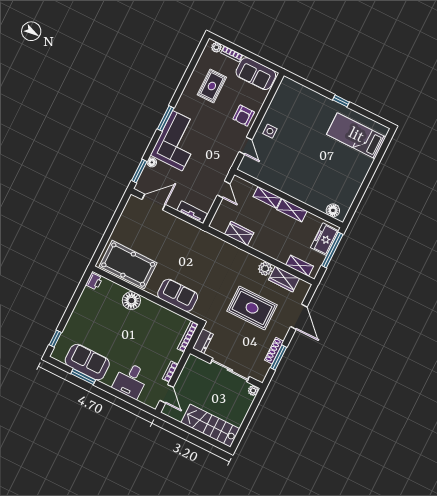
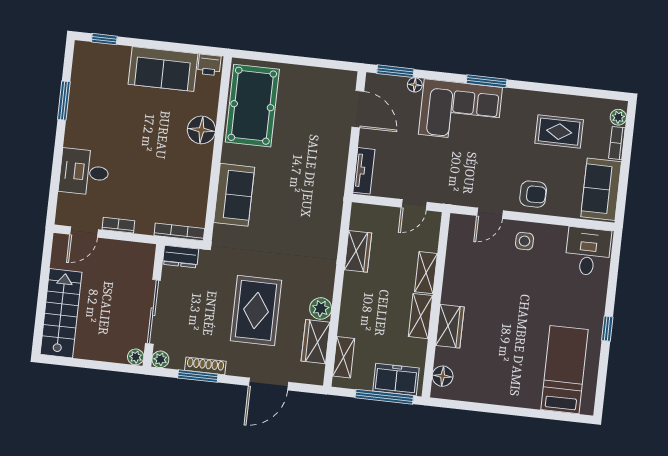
desk: (290, 95) -> (588, 252), added
armchair: (244, 116) -> (533, 194), turned 180
wardrobe: (305, 195) -> (450, 326), added
sofa: (87, 362) -> (163, 69), moved, turned 90
plant: (260, 376) -> (160, 359), added

